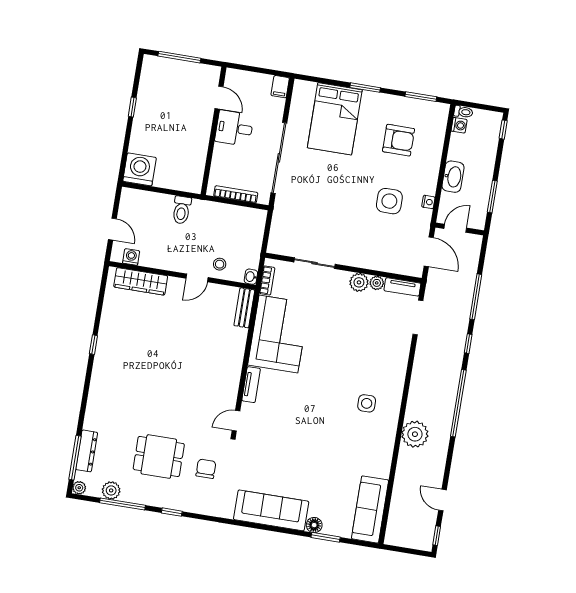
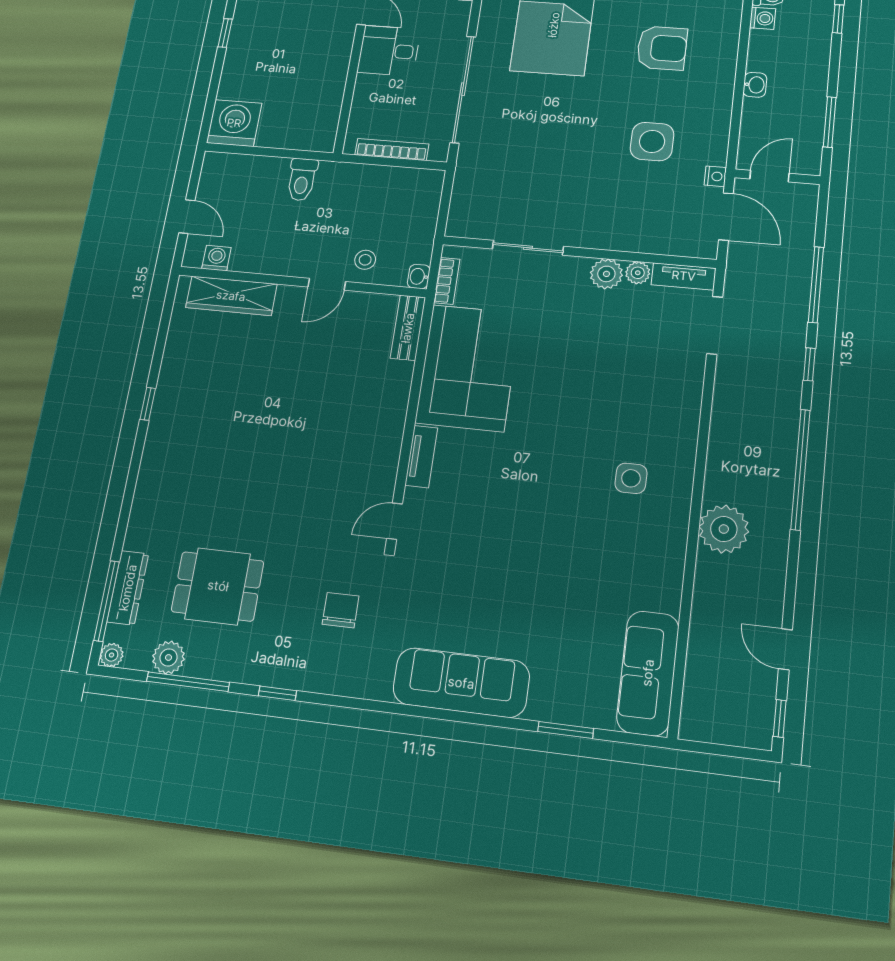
washbasin: (453, 177) -> (755, 85), width x0.52, depth x0.69
nightstand: (428, 202) -> (715, 176), moved
dining table: (159, 457) -> (218, 586), moved
floor lamp: (314, 525) -> (543, 707), removed

